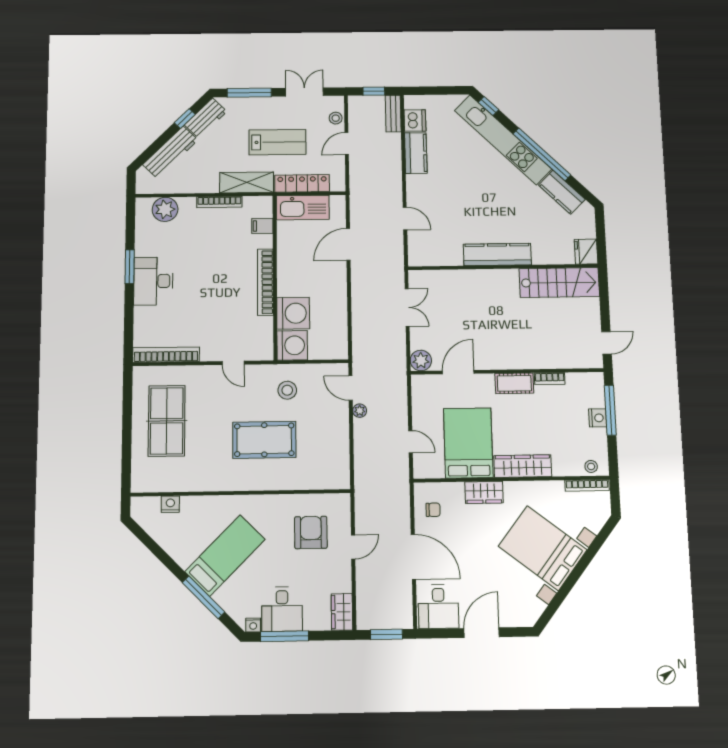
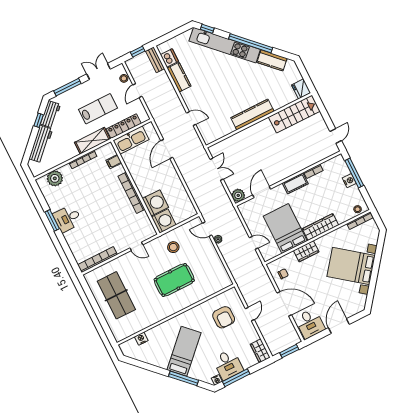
desk: (153, 281) -> (68, 218), width x0.73
armchair: (311, 532) -> (224, 317), turned 180

